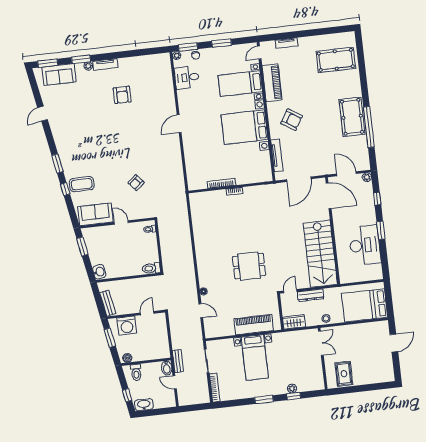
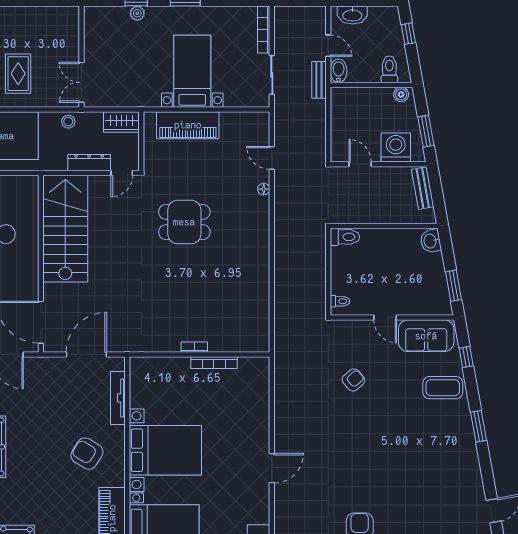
window: (65, 189) -> (466, 357), moved
door: (147, 313) -> (360, 164), swing flipped
rug: (344, 374) -> (18, 74), moved
washbasin: (144, 405) -> (352, 15), moved

